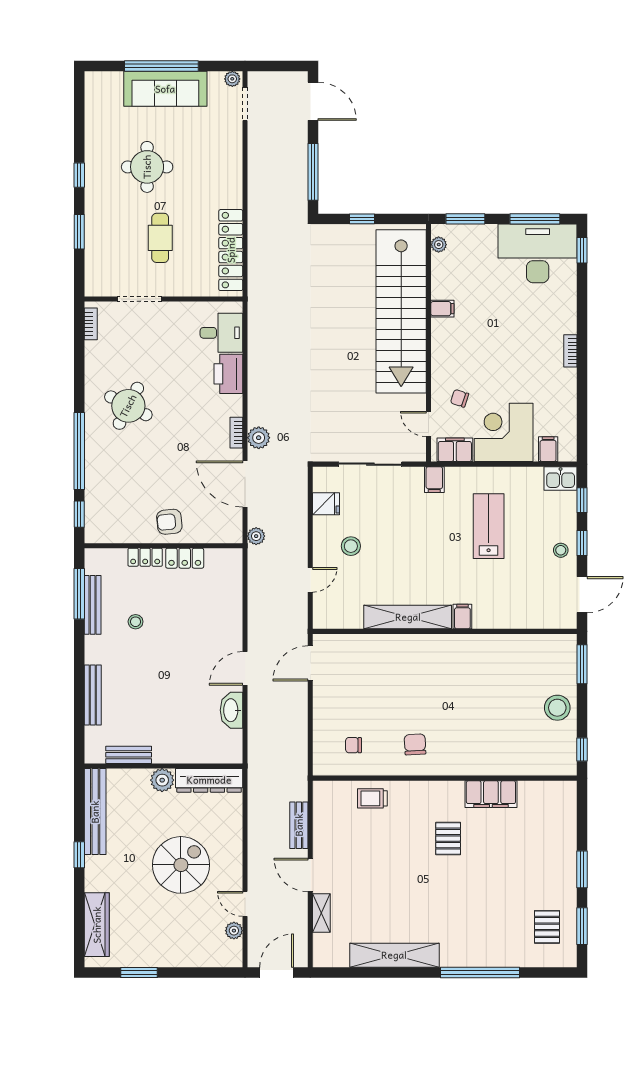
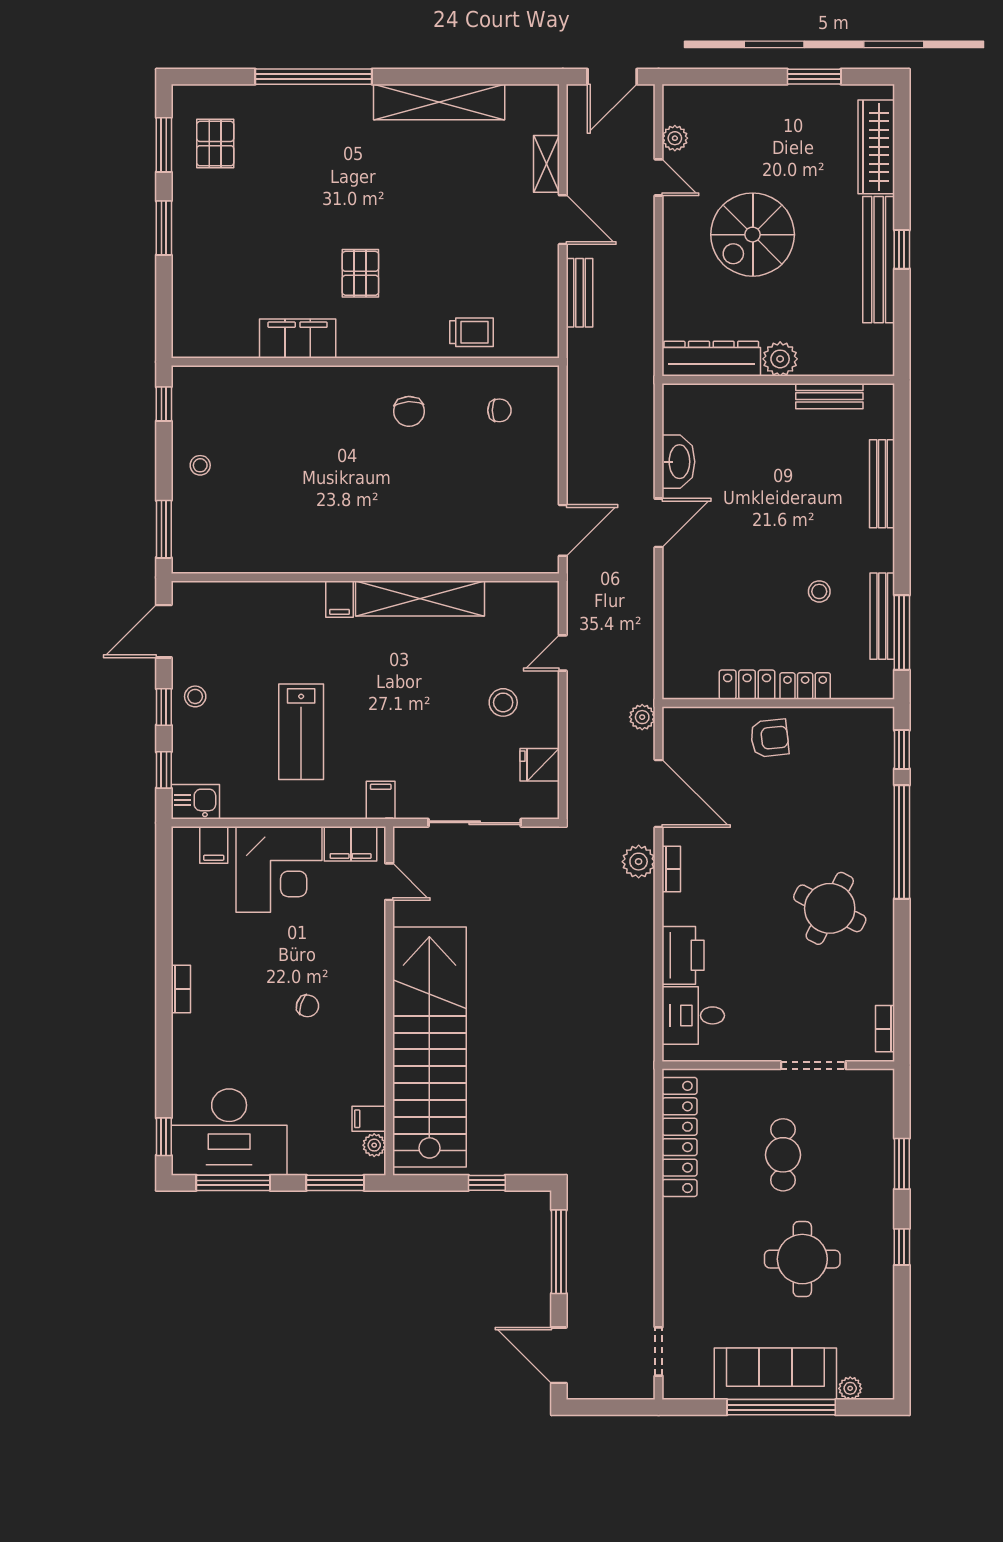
plant: (232, 79) -> (850, 1388), moved
filing cabinet: (442, 309) -> (369, 1119), moved
chair: (459, 398) -> (308, 1006), moved
stool: (557, 708) -> (200, 465), width x0.53, depth x0.53
bench: (95, 812) -> (879, 260), moved

